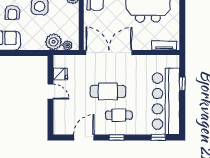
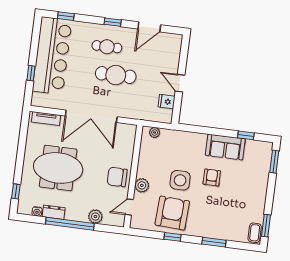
plant: (53, 42) -> (170, 138), removed
double door: (109, 52) -> (91, 116), moved

